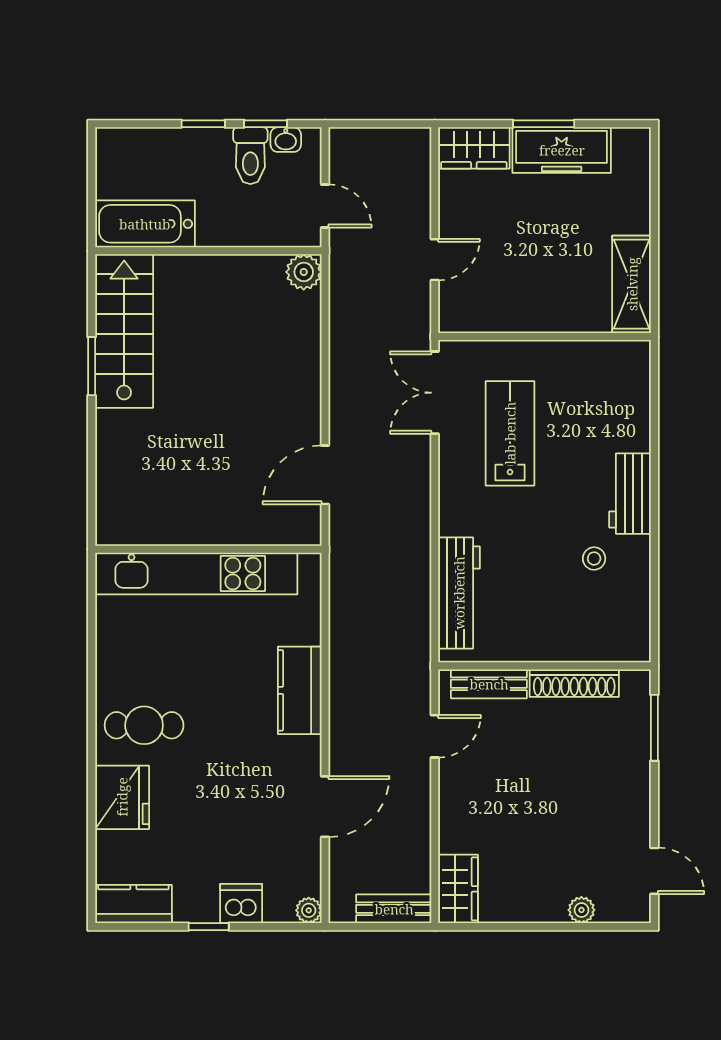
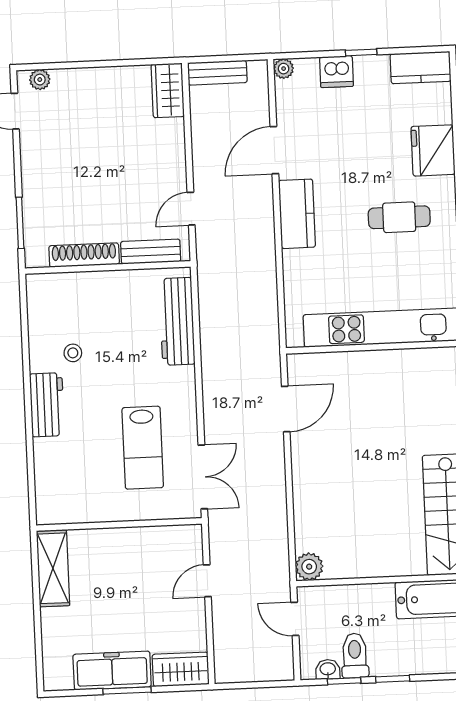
kitchen counter: (300, 690) -> (297, 214), moved
cafe table: (144, 725) -> (399, 217), moved
plant: (581, 910) -> (40, 80), moved

